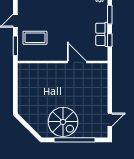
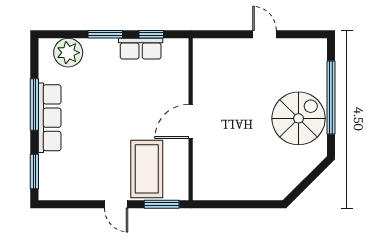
coffee table: (35, 38) -> (147, 169), width x1.36, depth x1.32
door: (77, 62) -> (191, 121), moved
door: (110, 120) -> (264, 34), moved

